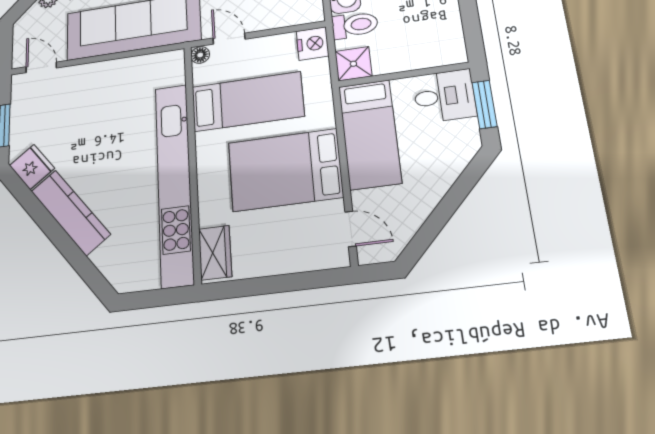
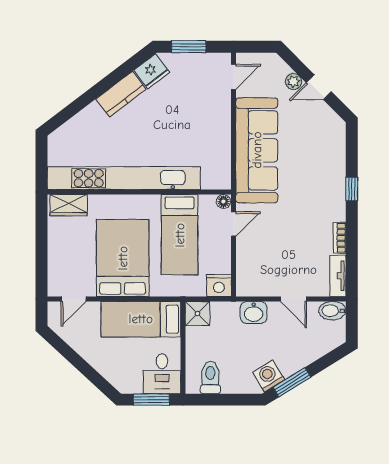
toilet: (355, 25) -> (210, 377), moved, turned 180
kitchen counter: (70, 213) -> (121, 94), width x0.67

